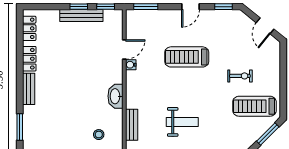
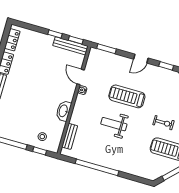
bench: (81, 16) -> (70, 46), moved
door: (124, 50) -> (81, 77), swing flipped
weight bench: (182, 122) -> (114, 124), moved, turned 180

